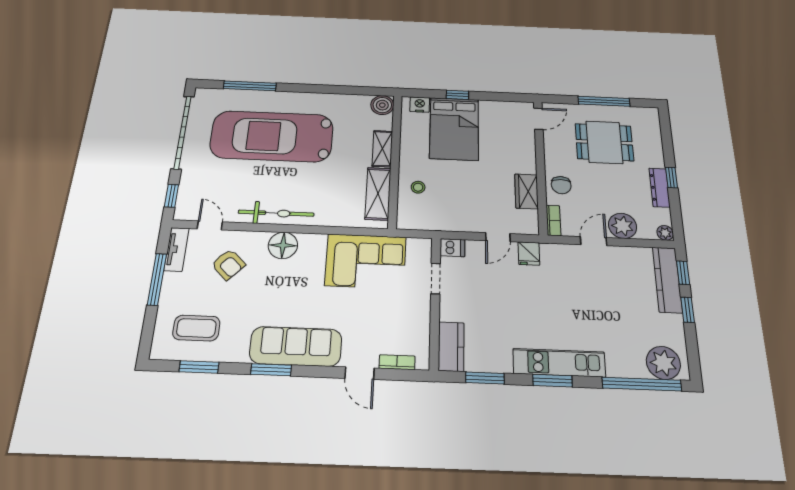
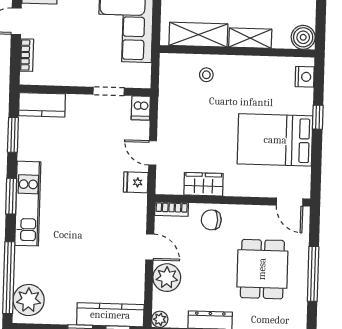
bed: (454, 129) -> (275, 140), moved

